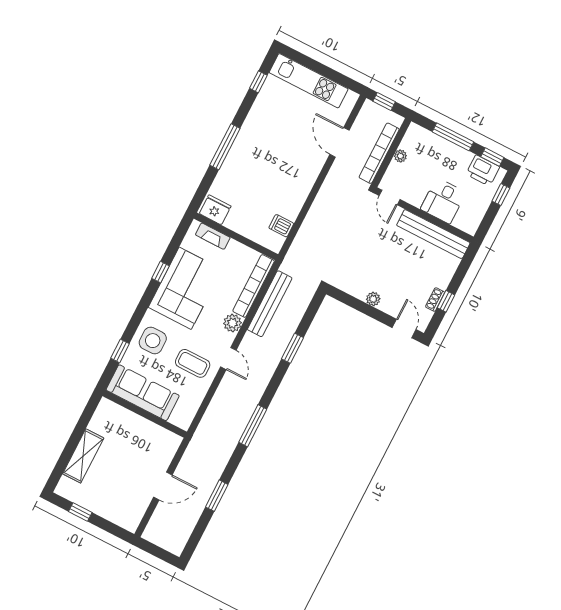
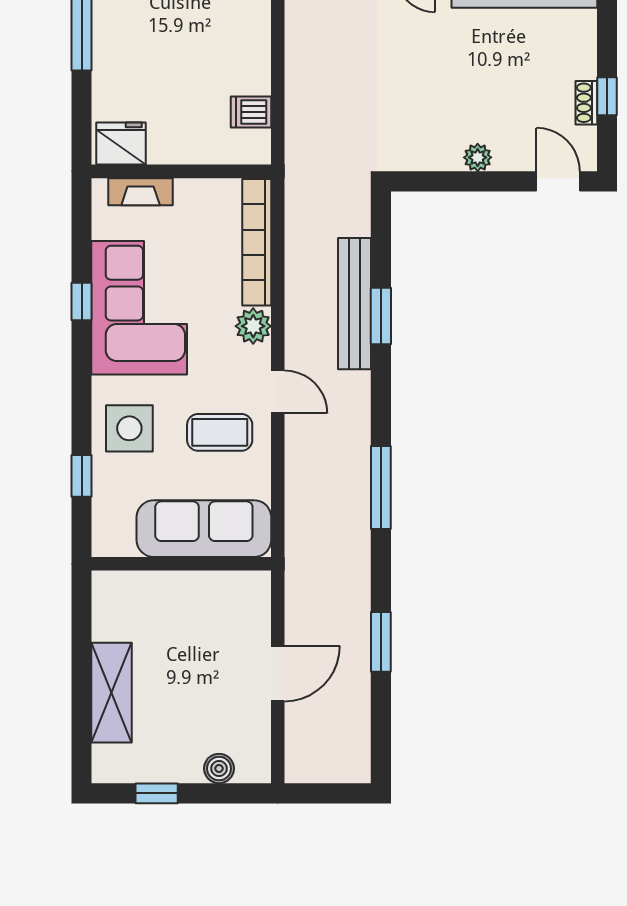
bench: (270, 304) -> (354, 304), moved
sofa: (143, 393) -> (204, 529), moved
boiler: (114, 515) -> (219, 768), added

